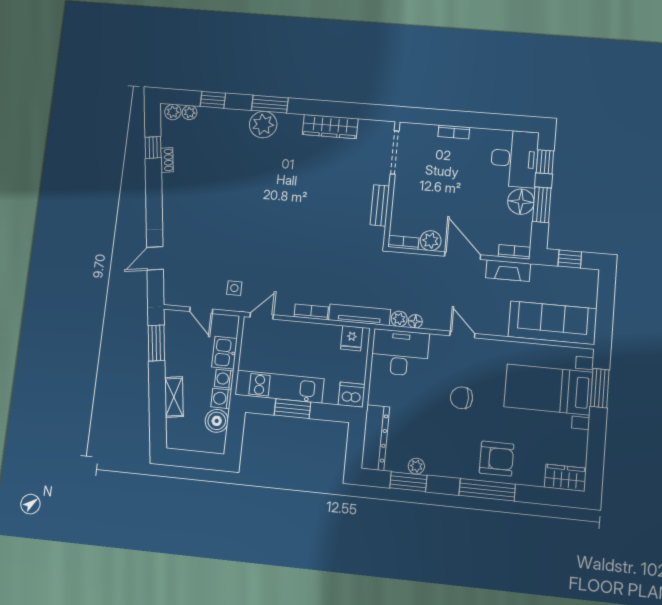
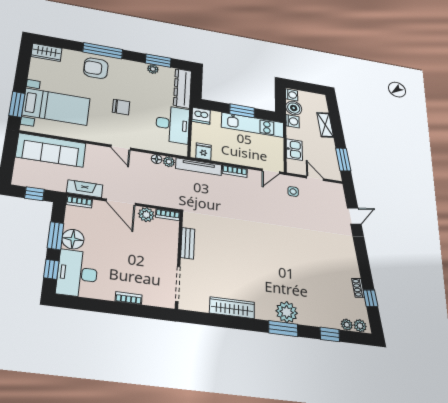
desk: (400, 353) -> (173, 124), moved, turned -90
washing machine: (224, 379) -> (292, 95), moved

